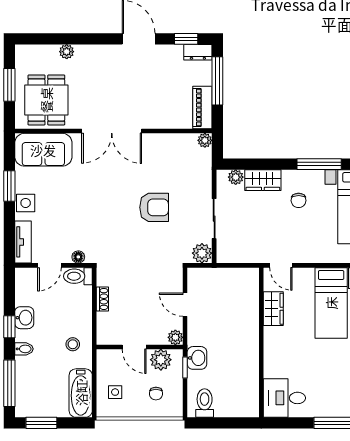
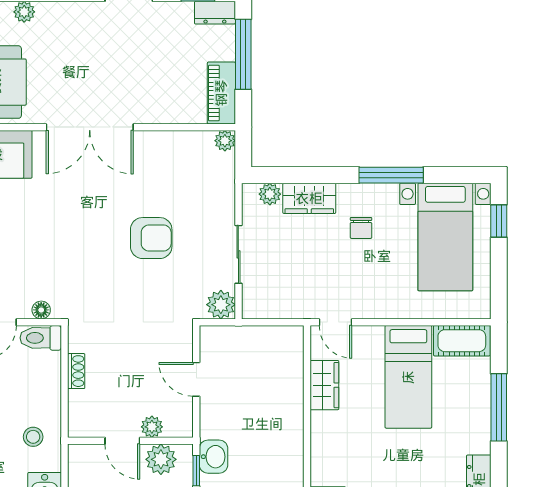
plant: (175, 337) -> (152, 427), moved

